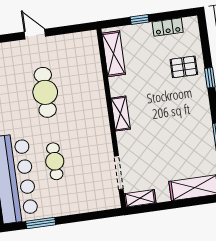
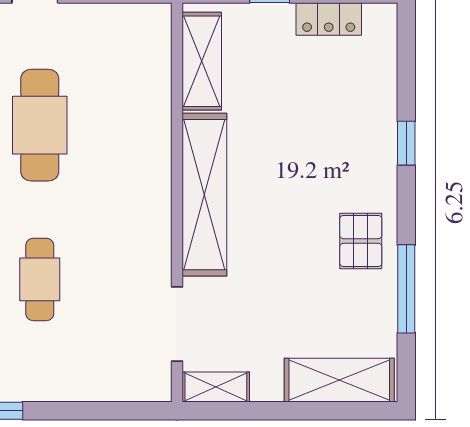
pallet: (184, 67) -> (361, 241), moved, turned 90
shelving: (121, 114) -> (204, 195), width x2.20, depth x1.33

